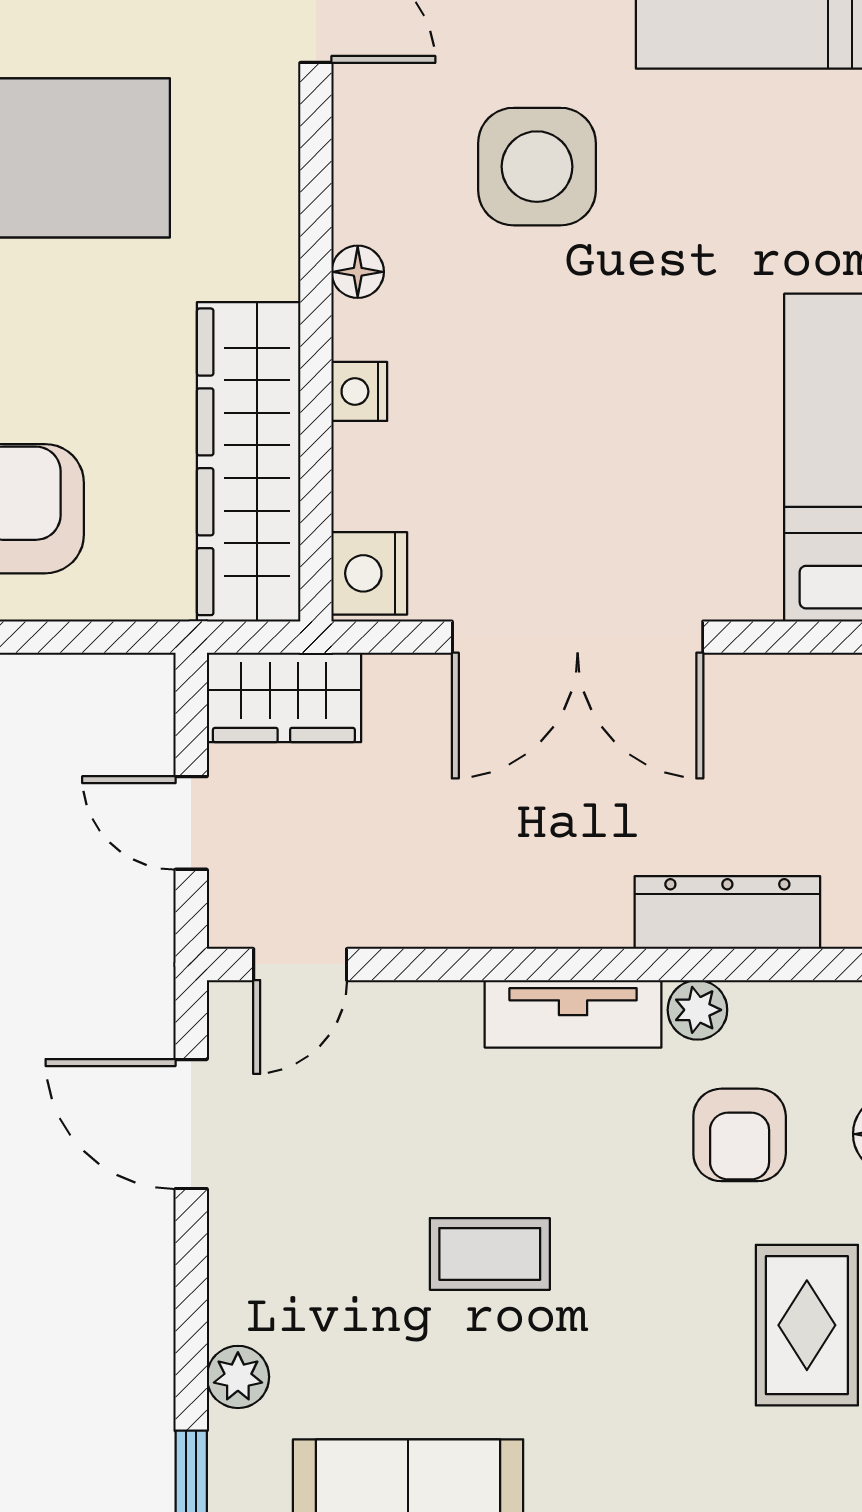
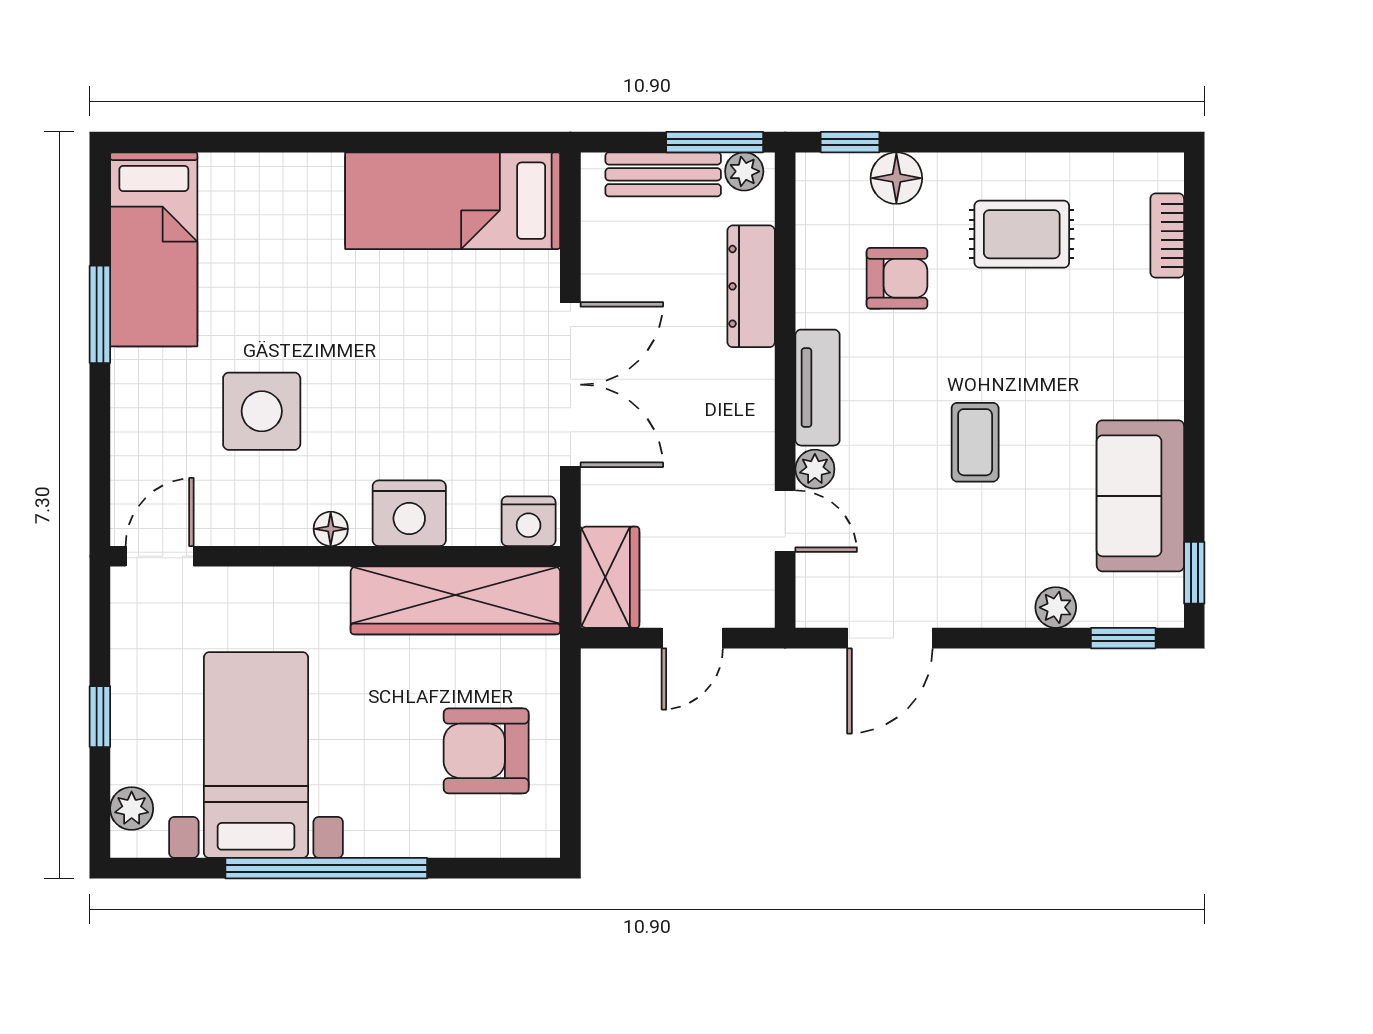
nightstand: (359, 391) -> (409, 513), width x1.89, depth x1.79
door: (300, 964) -> (785, 521), moved
plant: (697, 1010) -> (815, 469), moved

